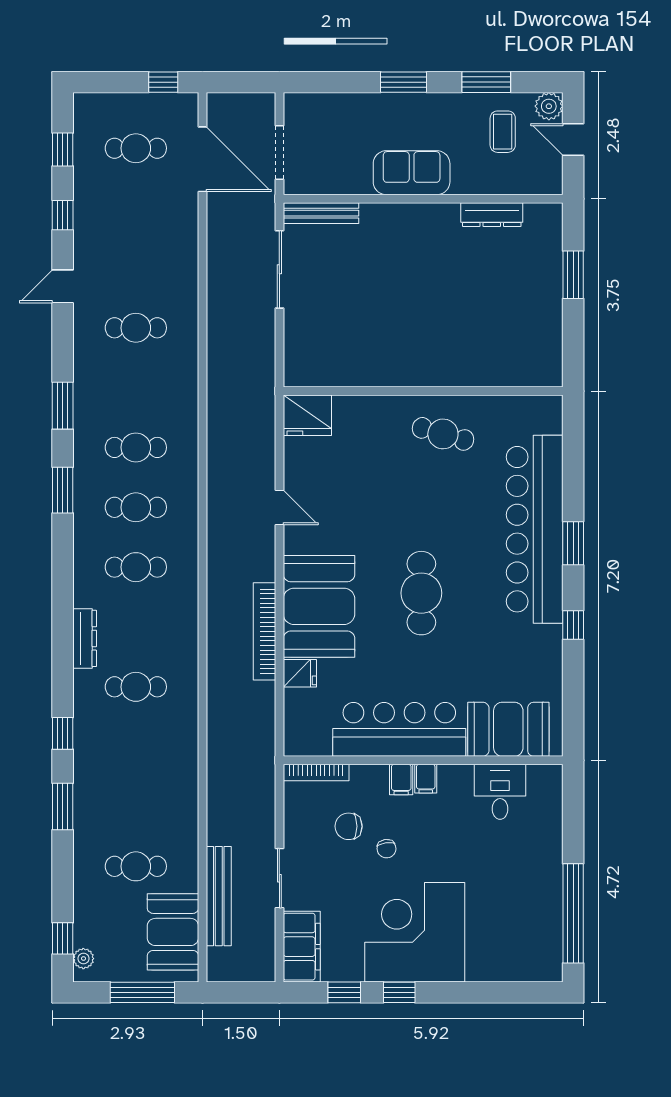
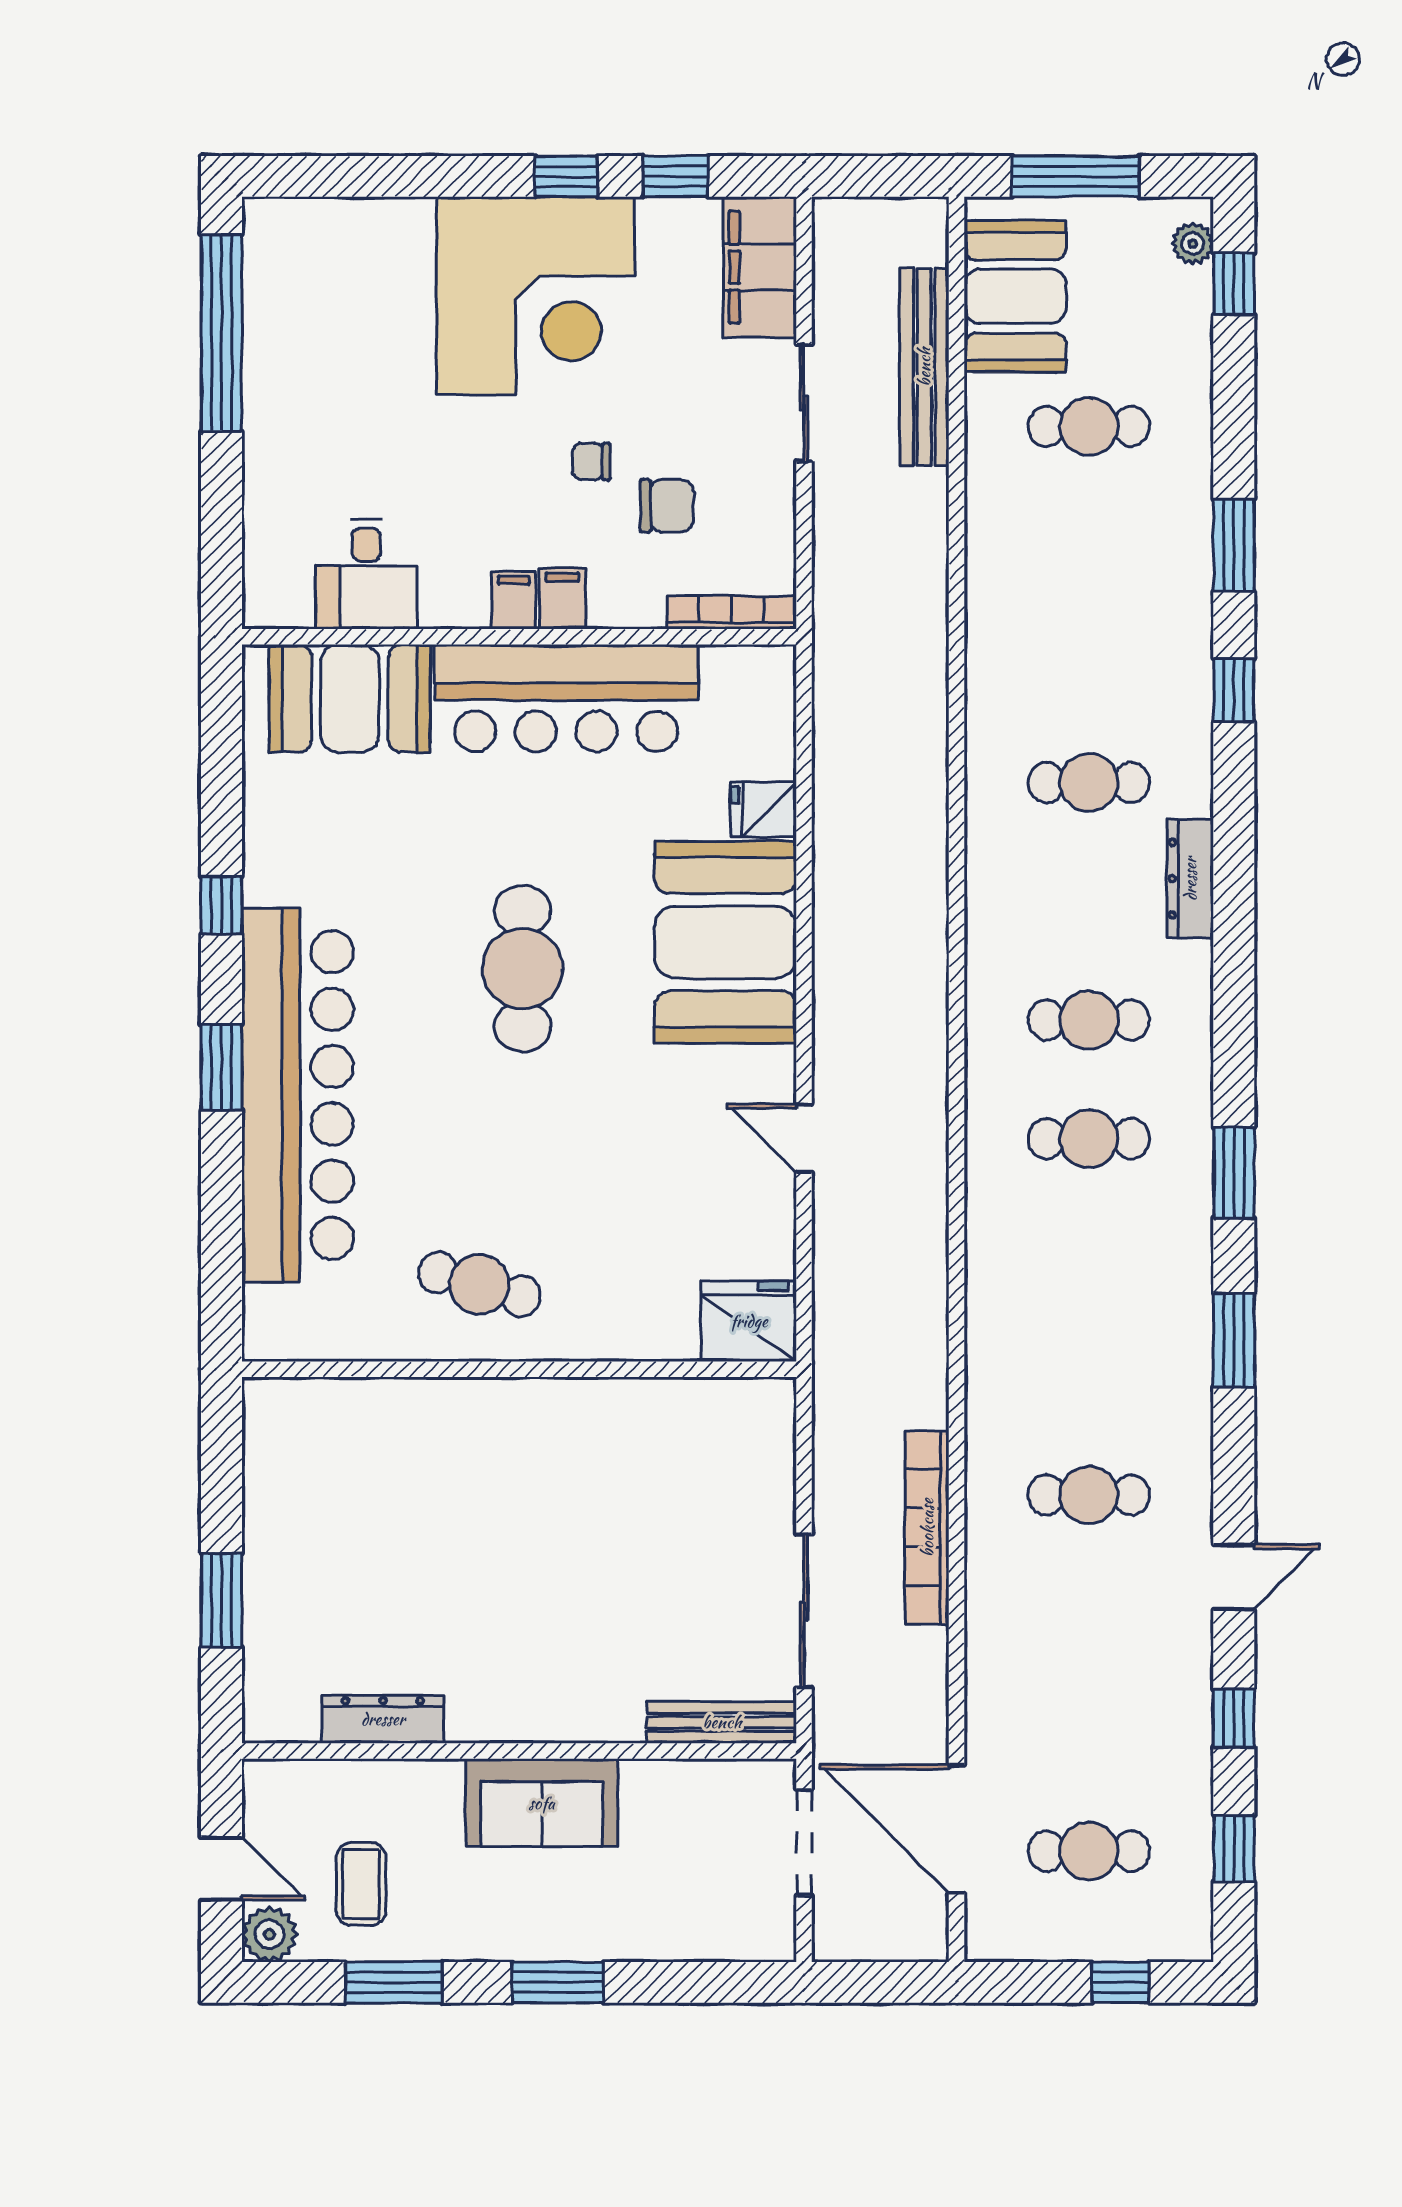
window: (163, 82) -> (1120, 1982), moved
cafe table: (136, 447) -> (1089, 1257), removed
bookcase: (264, 631) -> (927, 1528), moved, turned 180
chair: (386, 849) -> (592, 461), turned -82

